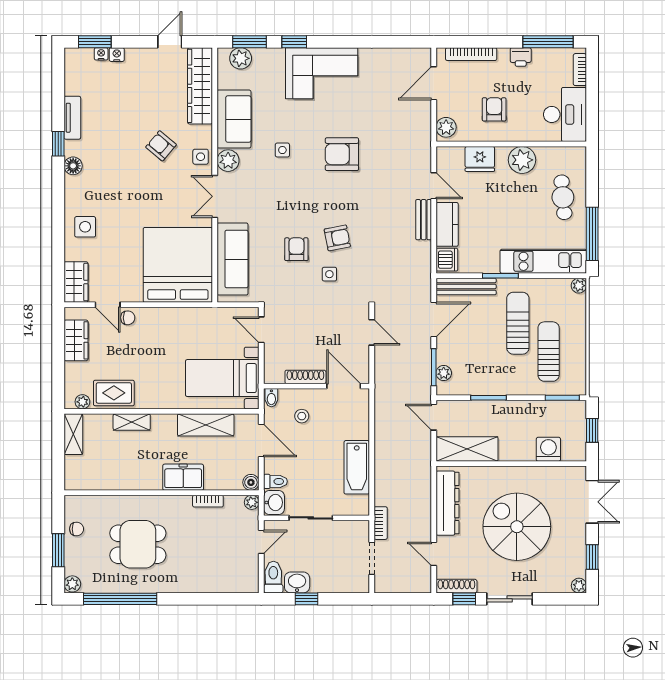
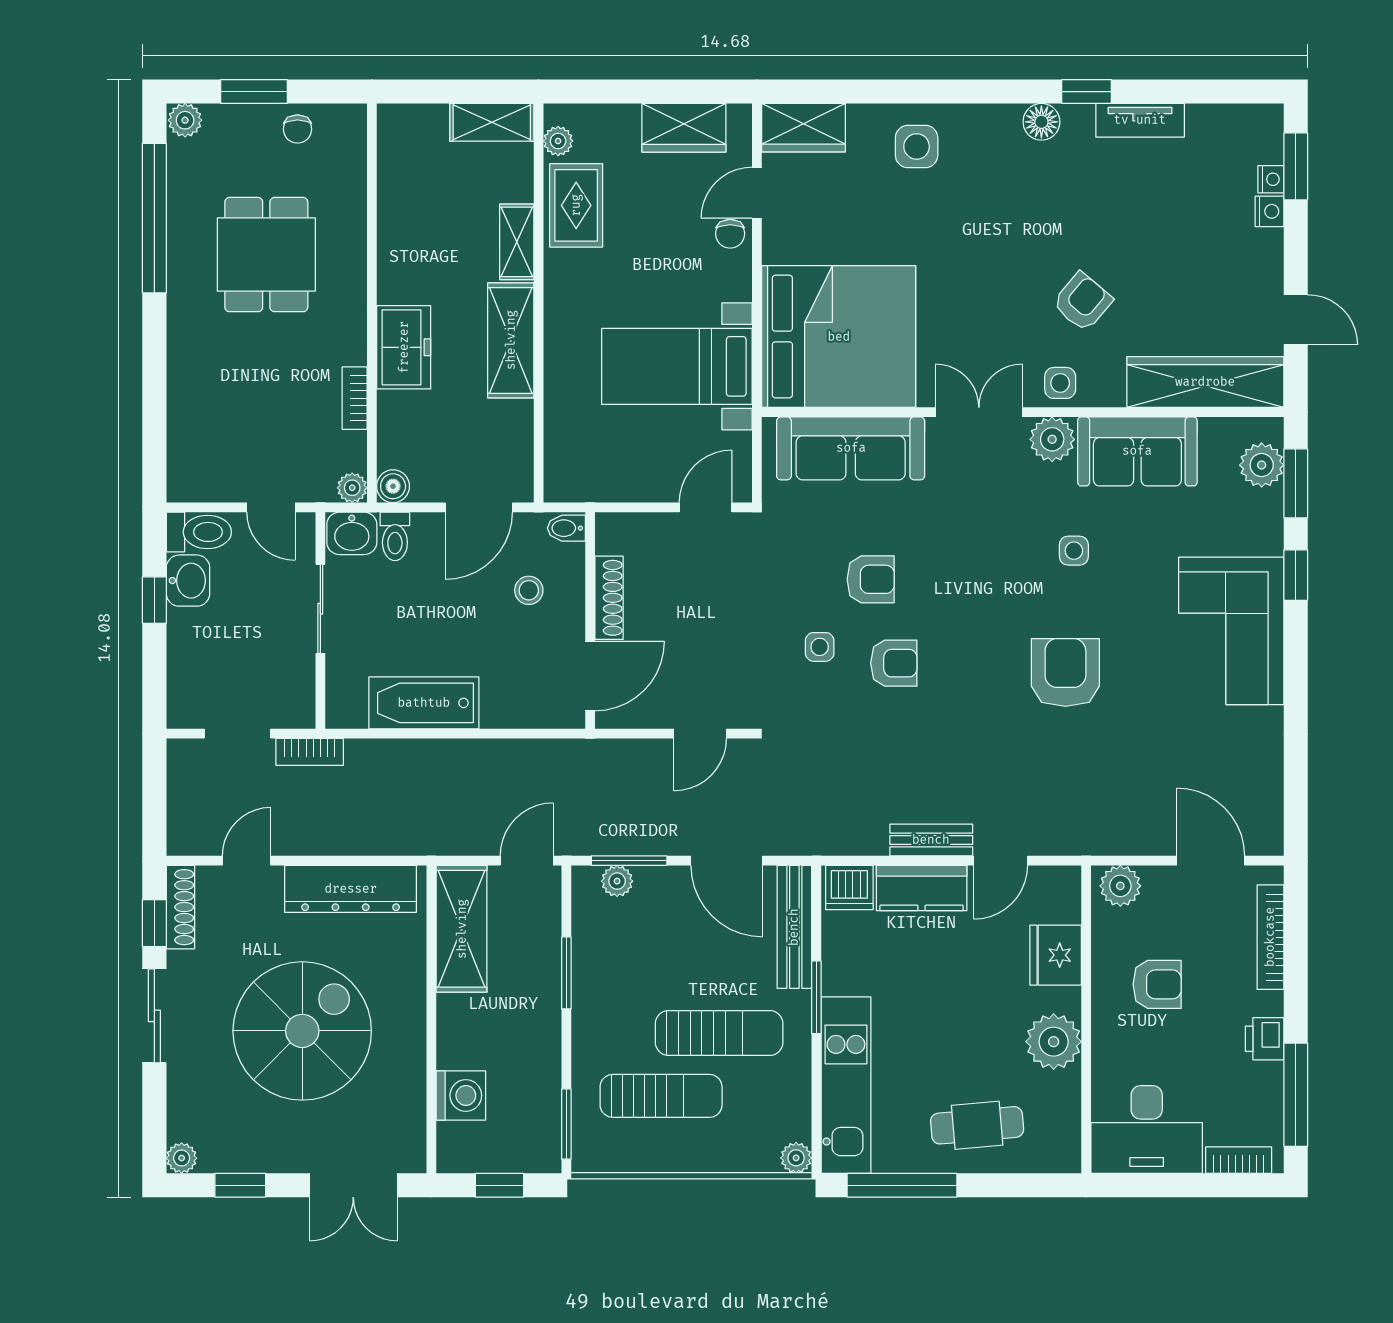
armchair: (337, 238) -> (894, 663), turned -79
bed with nightstands: (222, 378) -> (677, 366), moved, turned -90
shelving: (206, 425) -> (511, 340), moved

